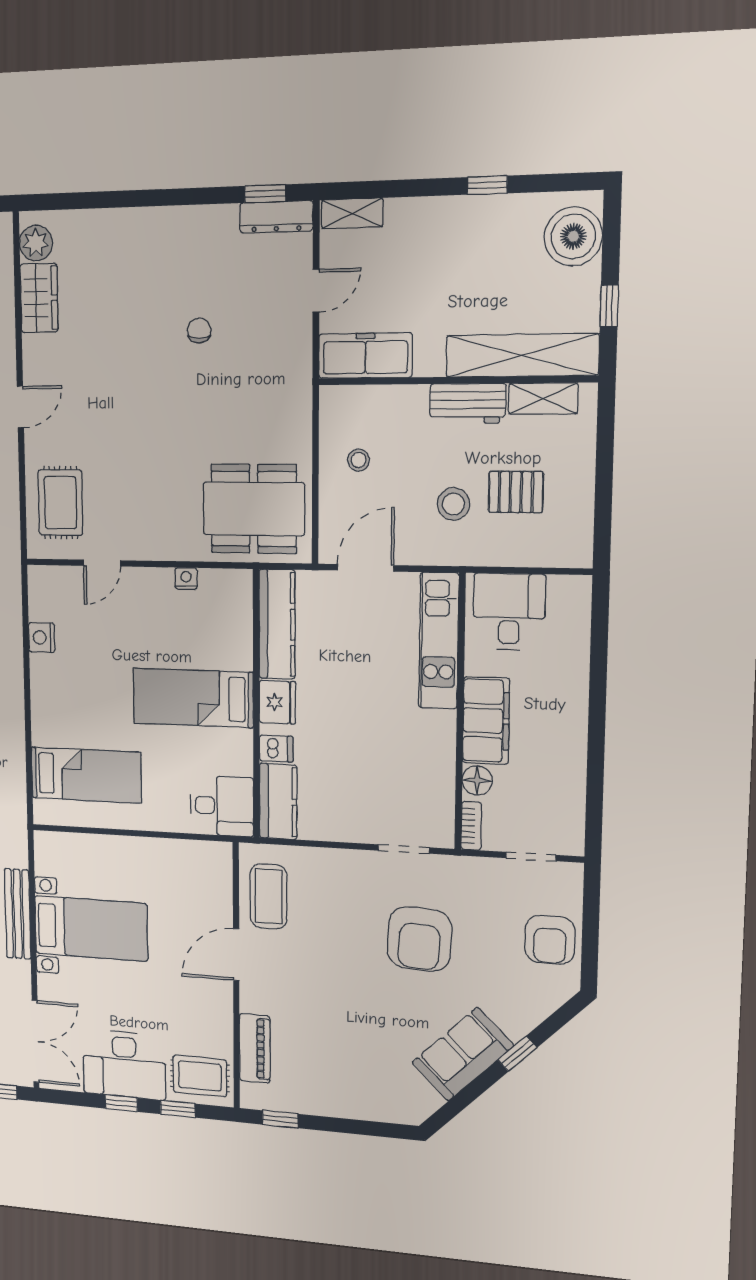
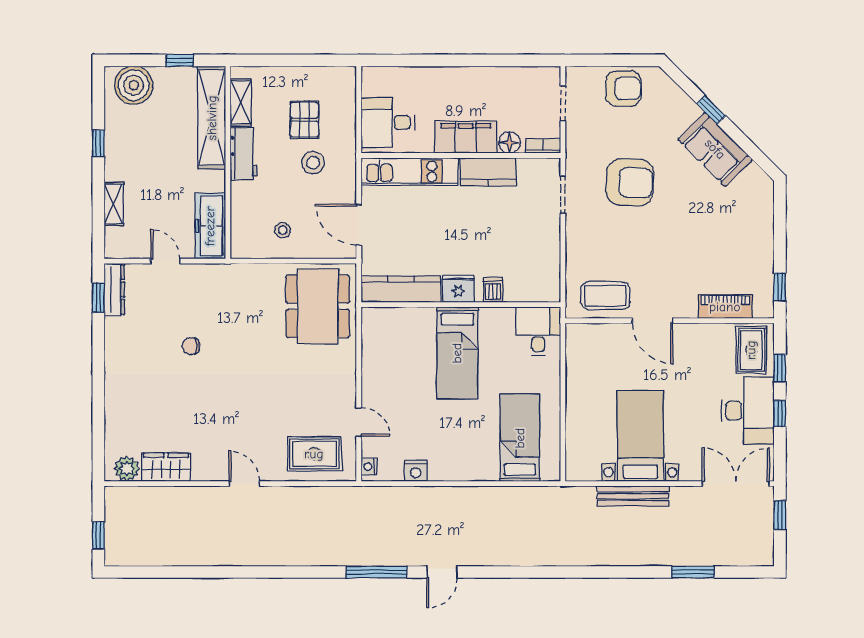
shelving: (352, 213) -> (114, 204), moved
nightstand: (186, 579) -> (369, 467), moved
kitchen counter: (278, 801) -> (488, 172), moved, turned 180

